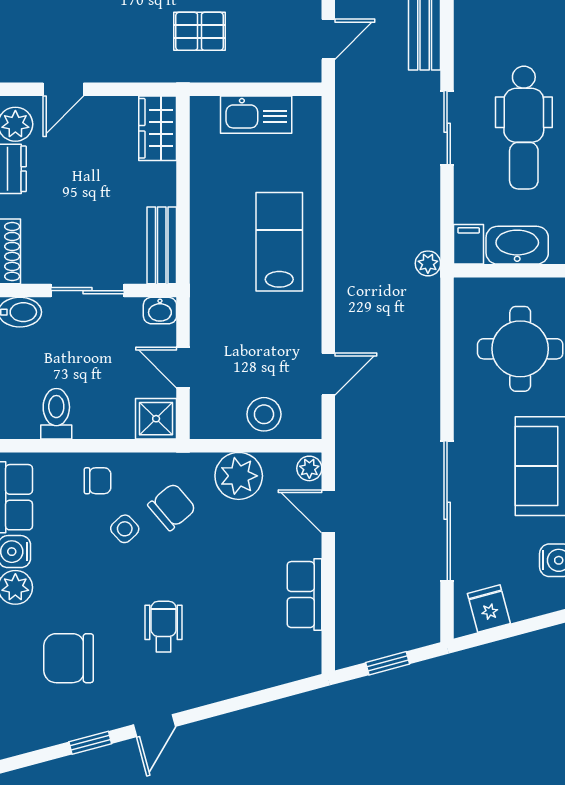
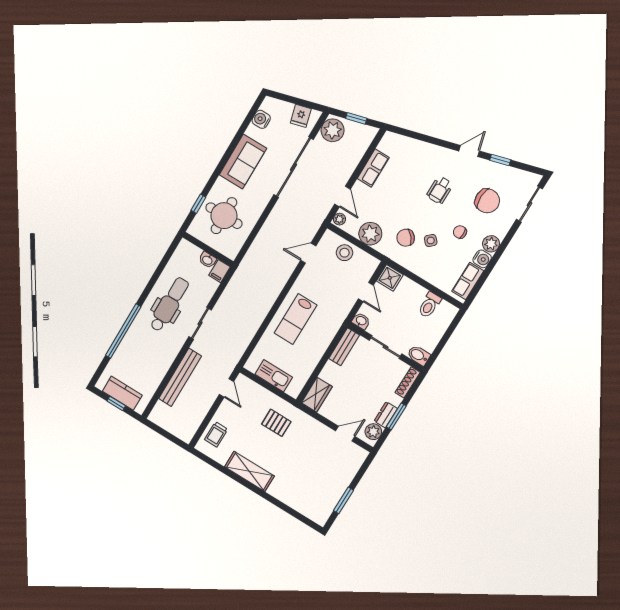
door: (328, 39) -> (227, 388), swing flipped
washbasin: (517, 245) -> (207, 260), width x0.52, depth x0.69
plant: (428, 263) -> (333, 130), moved, width x1.88, depth x1.88
chair: (98, 481) -> (460, 232), moved

